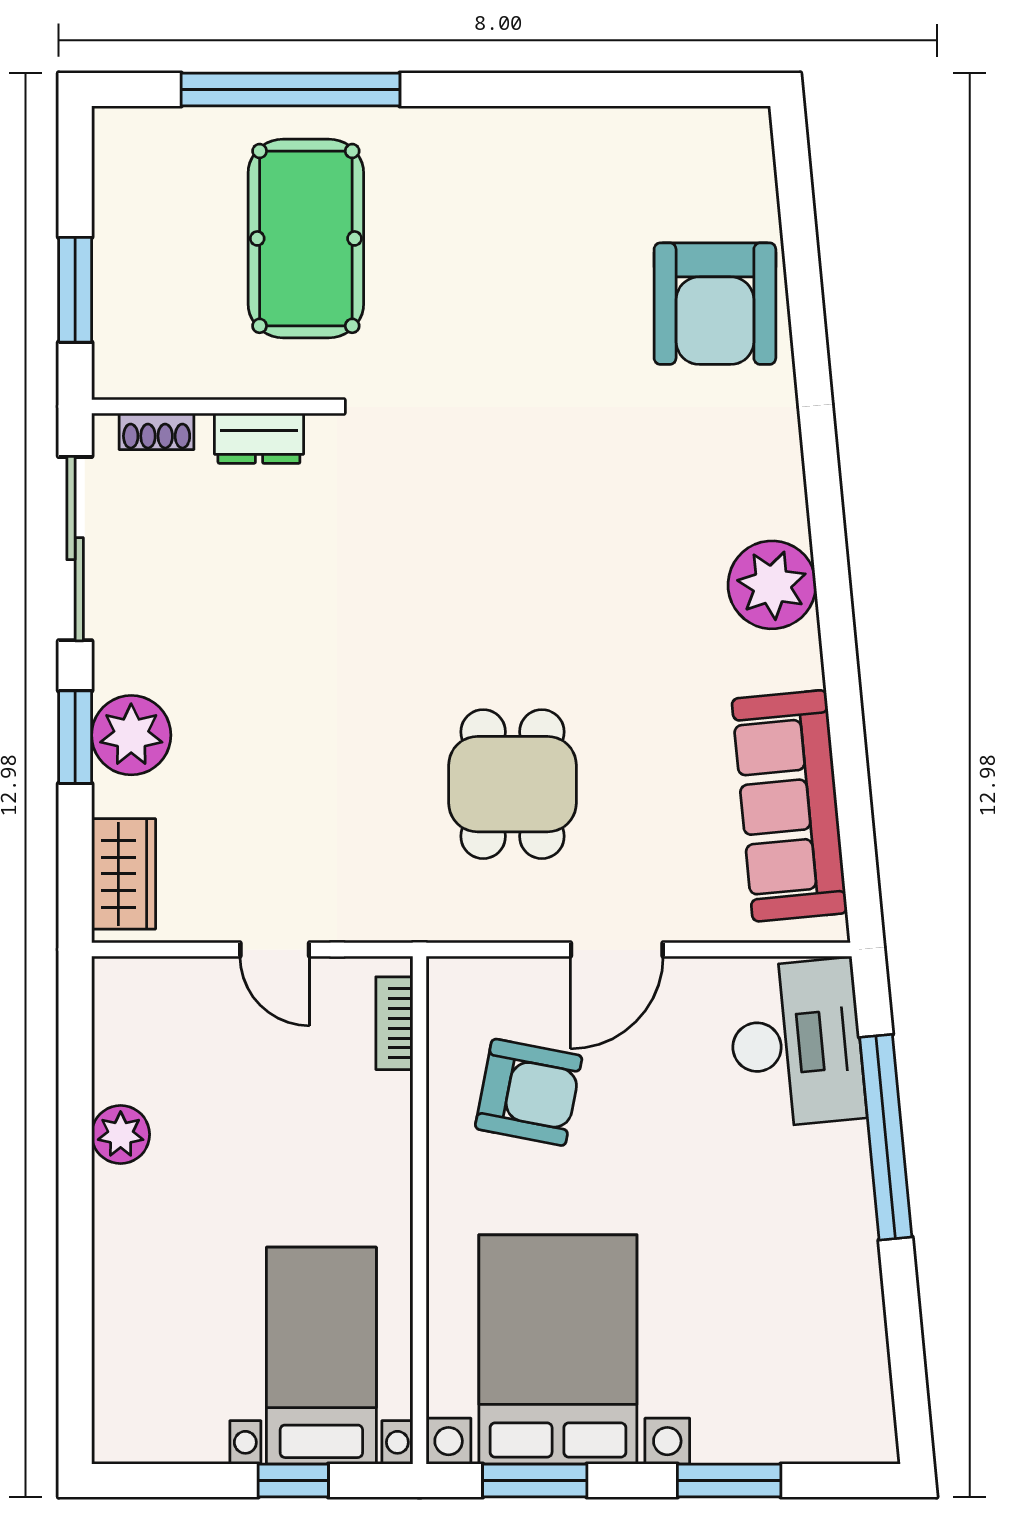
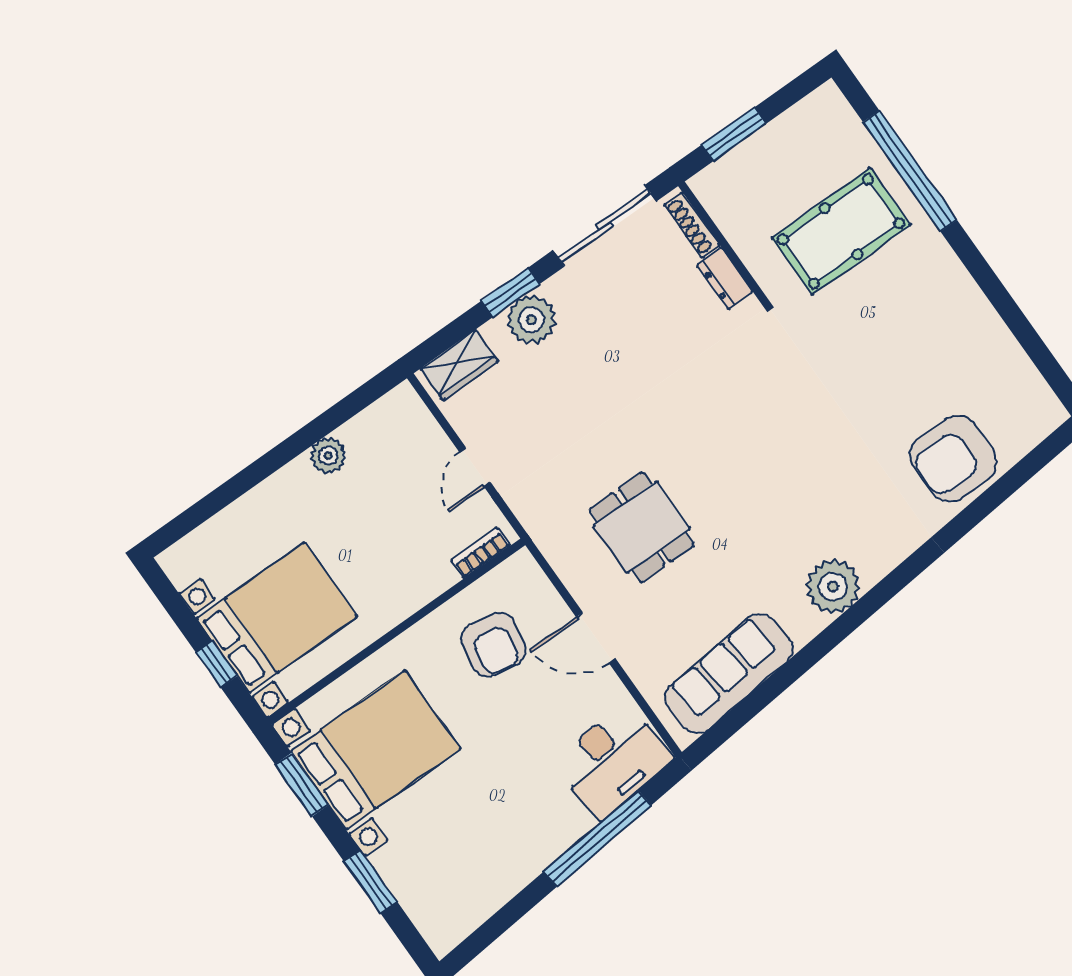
shoe rack: (157, 431) -> (692, 225), width x1.43
dining table: (512, 784) -> (642, 527), turned 90
bed with nightstands: (321, 1356) -> (277, 617), width x1.36

